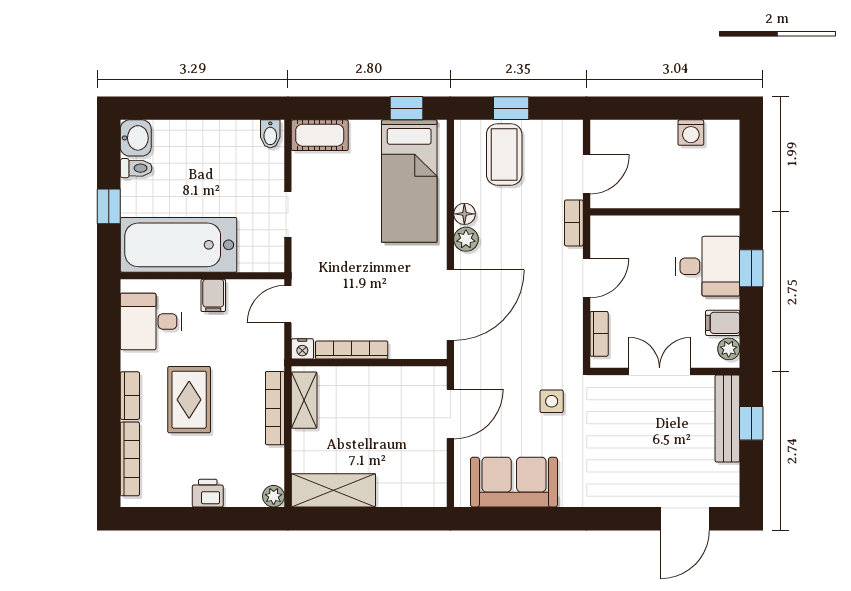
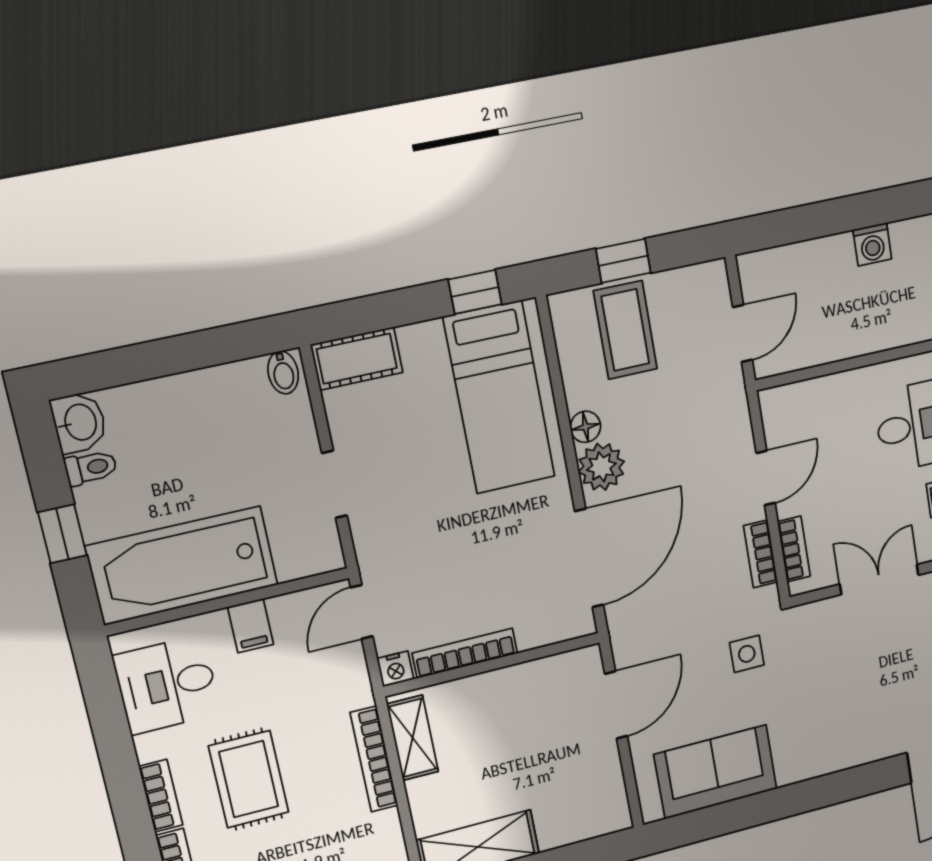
bookcase: (574, 223) -> (761, 554), moved
plant: (466, 239) -> (601, 467), width x1.38, depth x1.38

